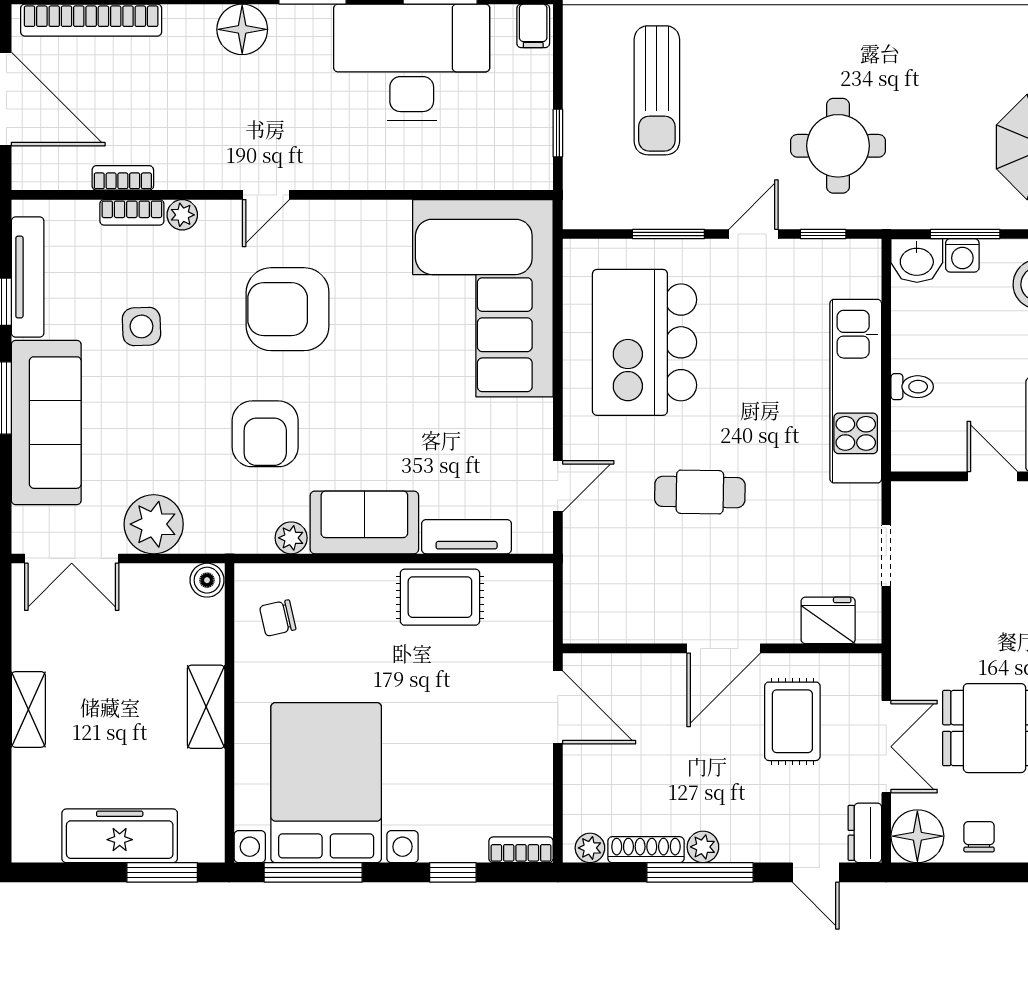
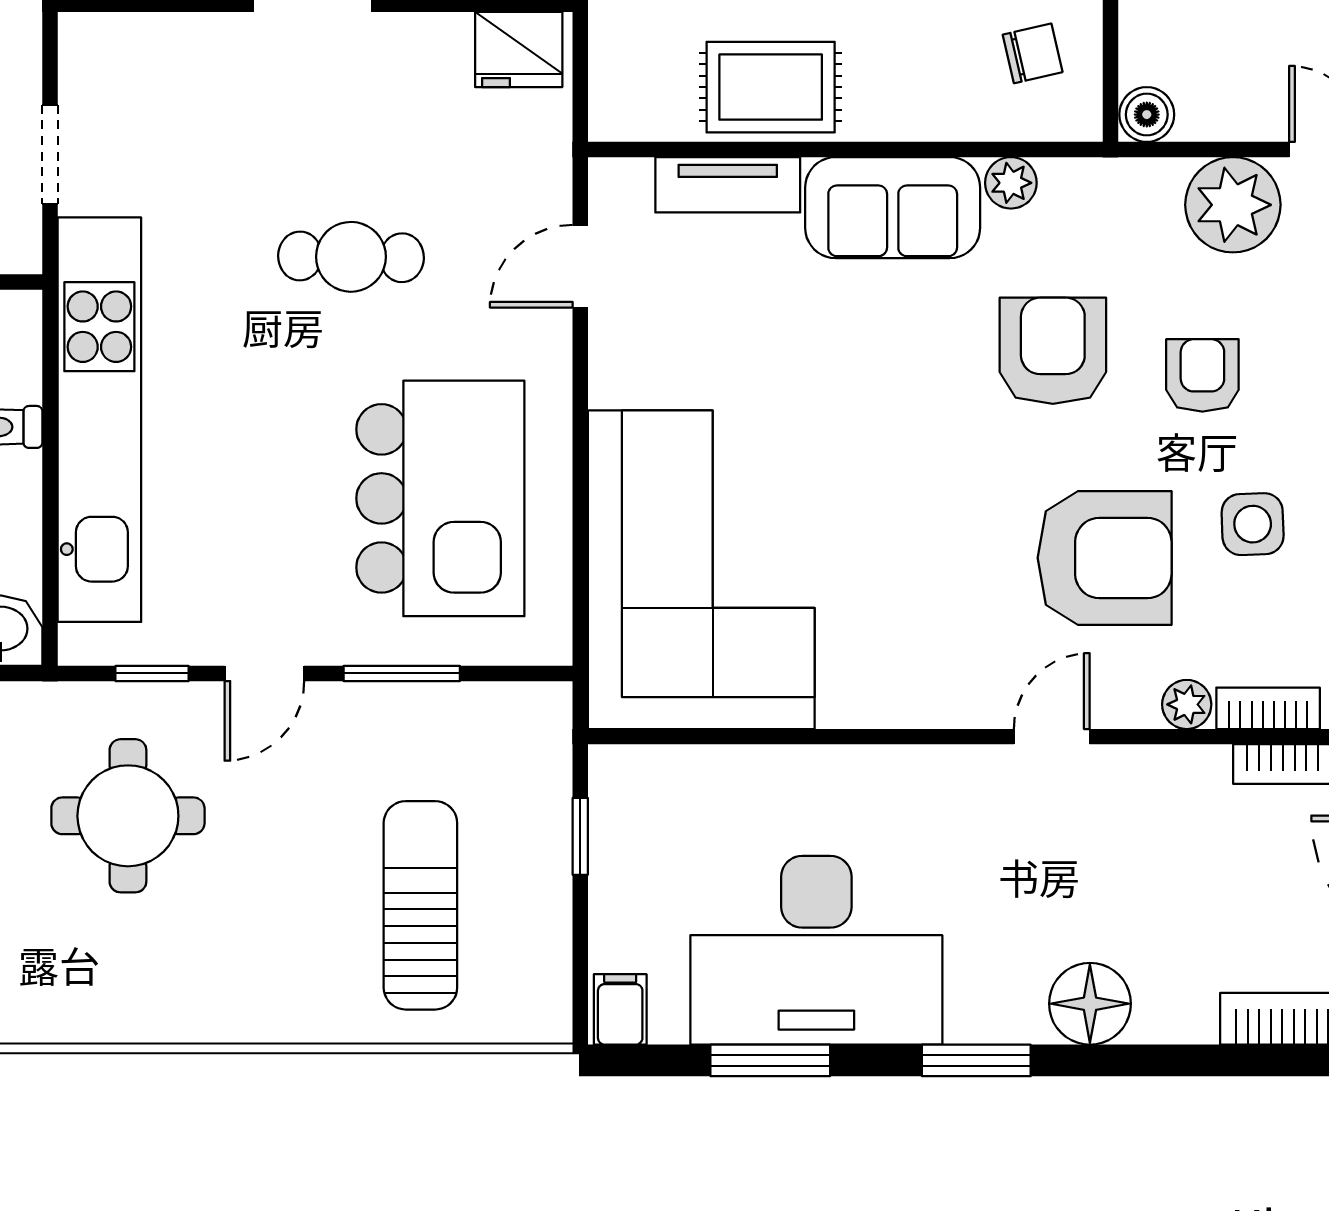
armchair: (288, 309) -> (1105, 558), moved
kitchen unit: (856, 391) -> (99, 420), width x1.36
armchair: (173, 419) -> (1202, 375), added
fridge: (828, 620) -> (519, 49), moved

